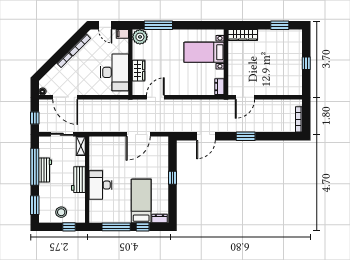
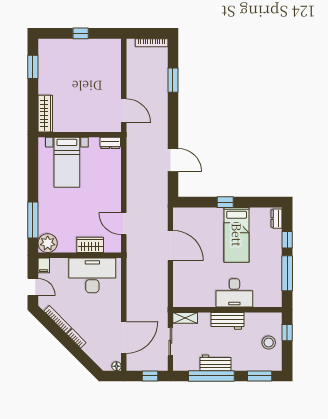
door: (105, 25) -> (33, 287), hinge flipped
window: (246, 136) -> (173, 80), moved
bed: (141, 201) -> (237, 235), moved, turned -90

